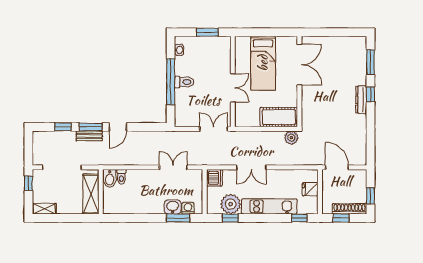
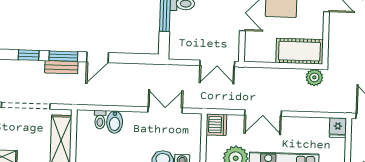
double door: (214, 129) -> (217, 63), swing flipped
bidet: (110, 178) -> (115, 122), moved
fridge: (310, 189) -> (338, 128), moved, turned -90

